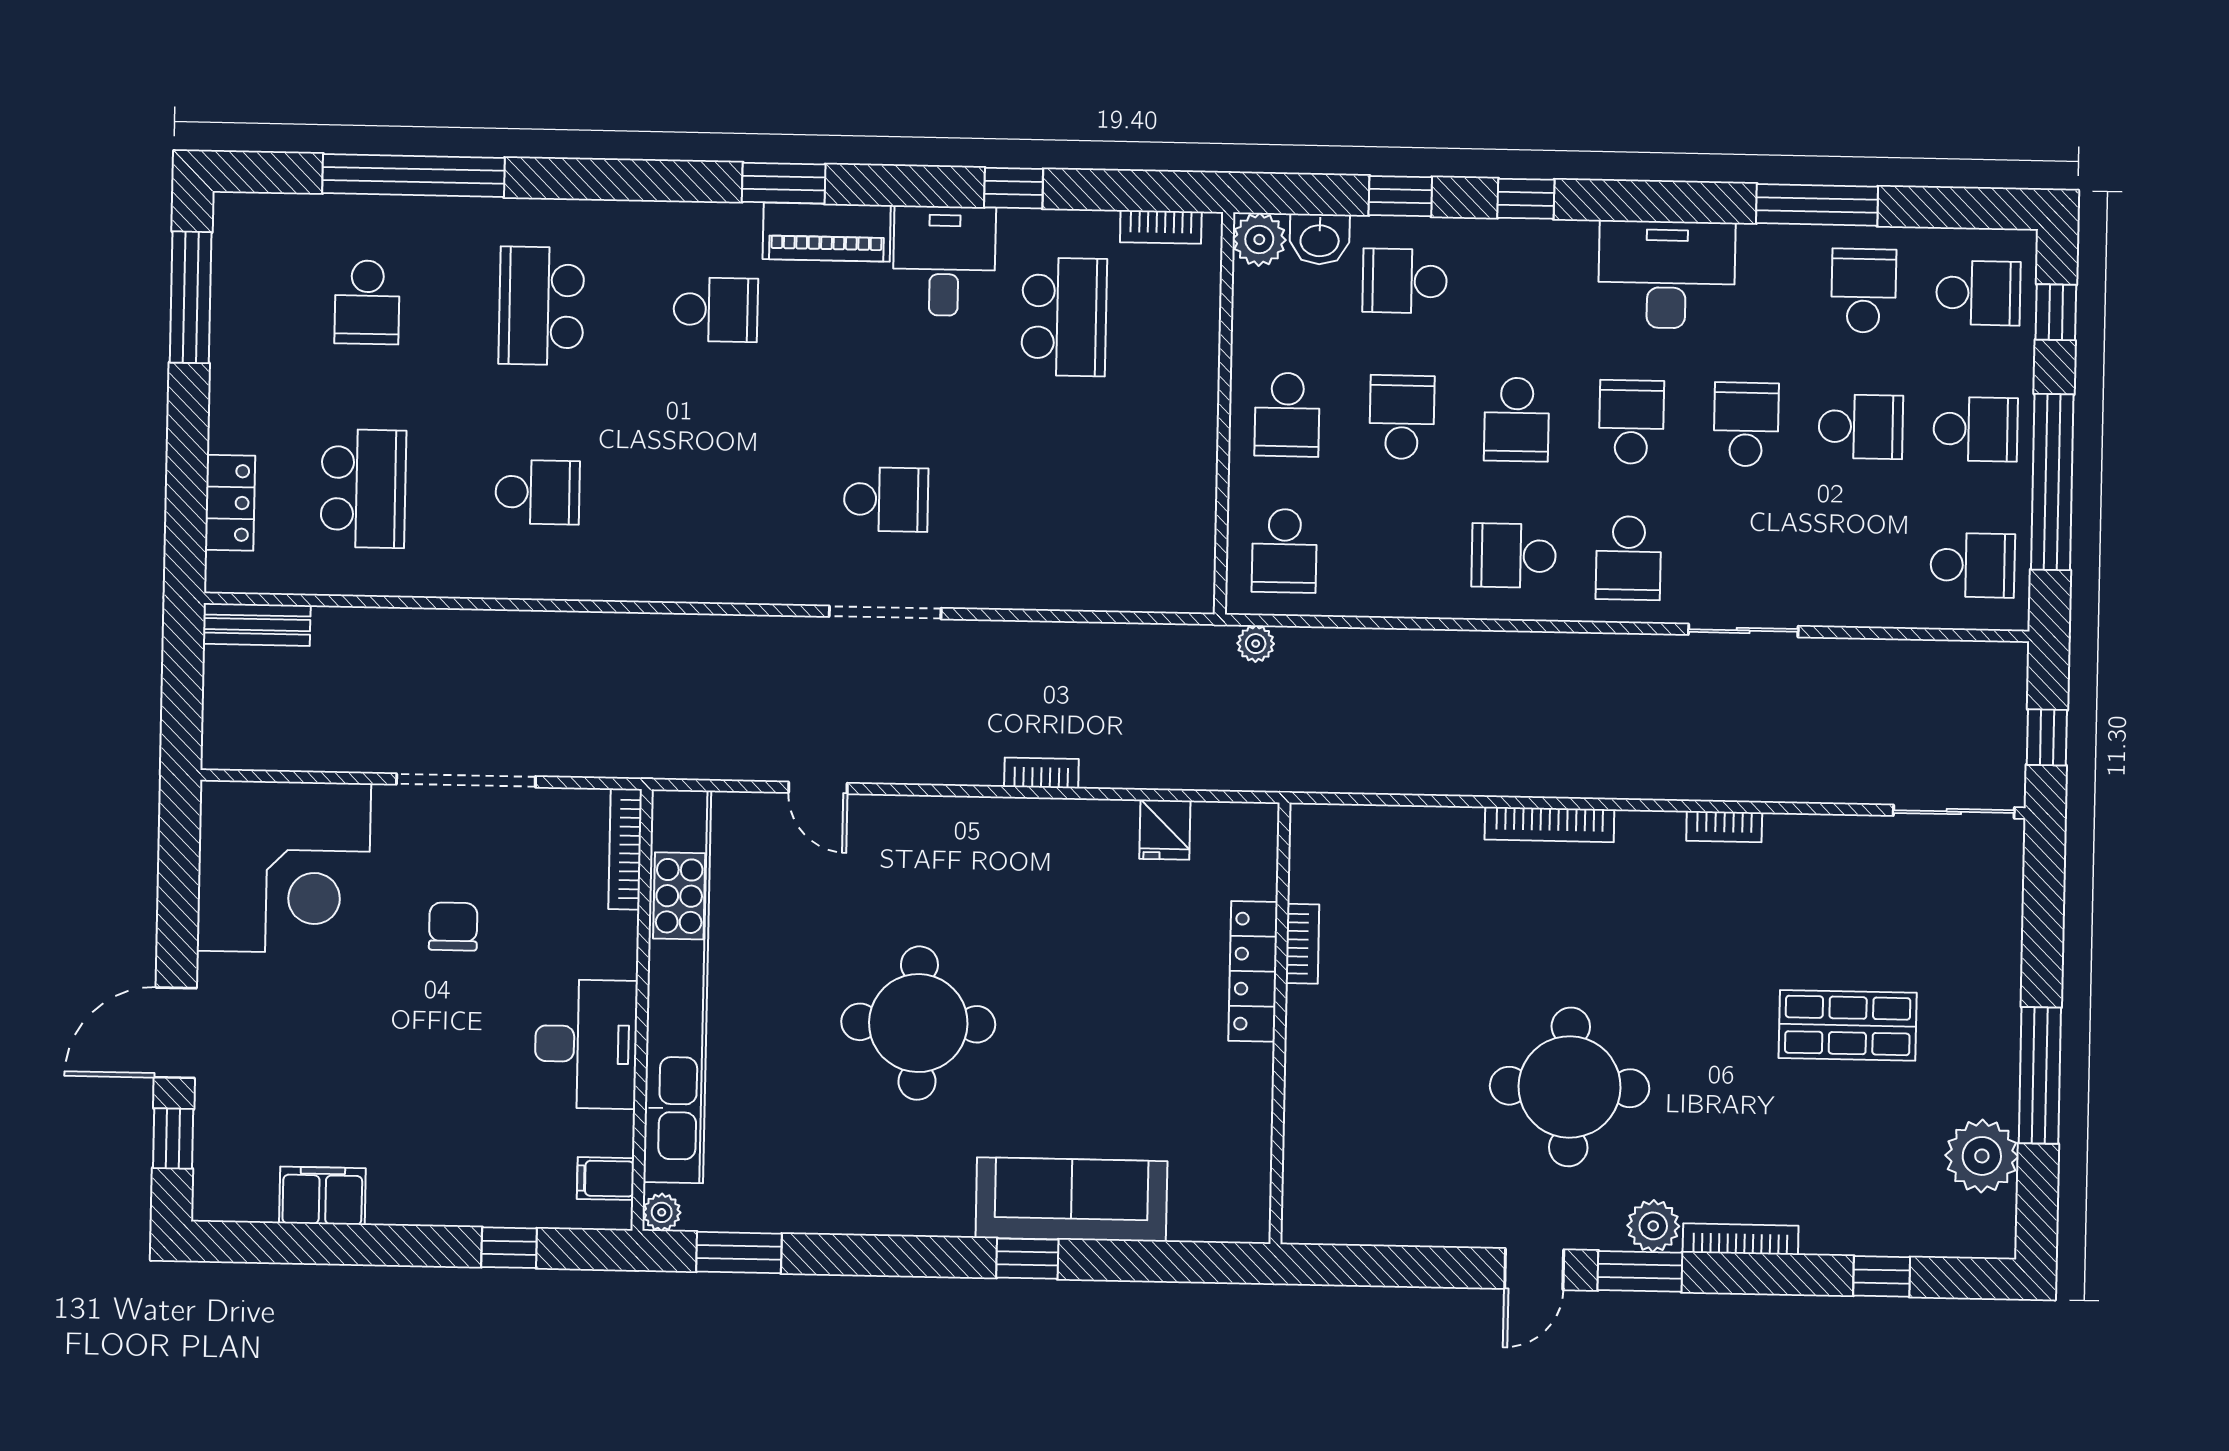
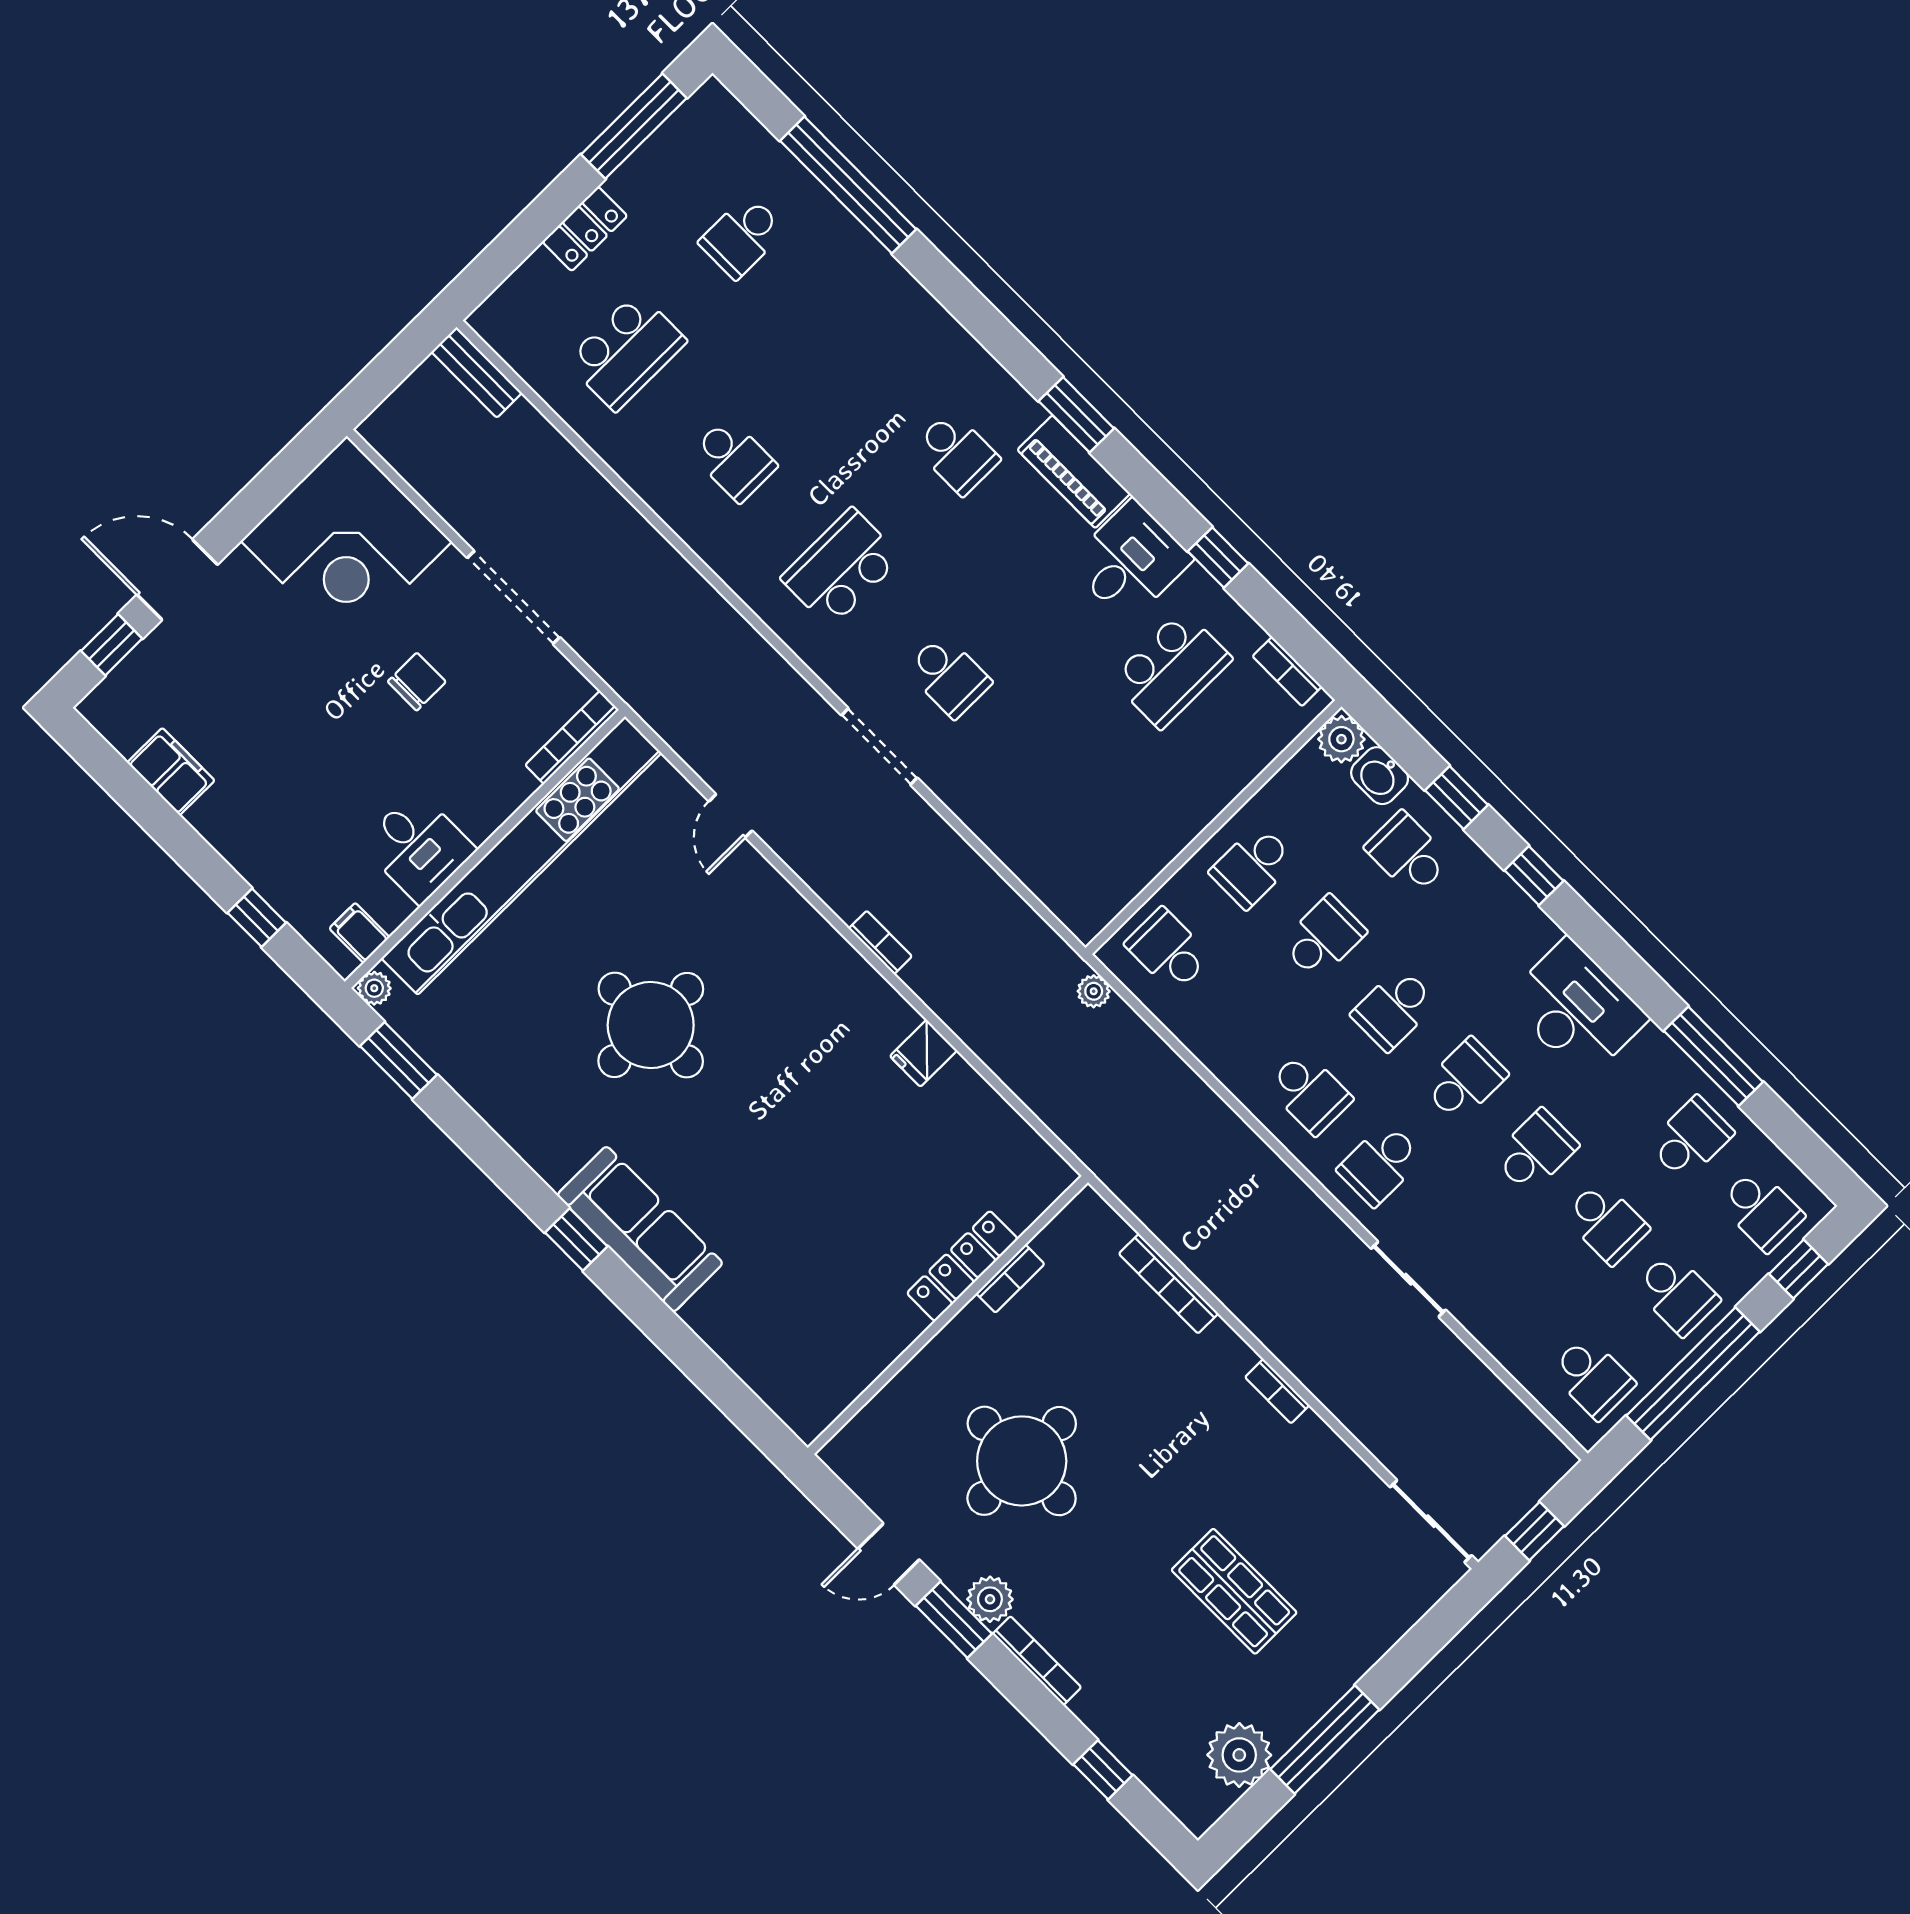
school desk: (541, 306) -> (841, 568), moved
locker: (230, 503) -> (585, 229), moved
school desk: (1284, 551) -> (1168, 950), turned 90
school desk: (1514, 556) -> (1309, 1093), turned 180
bookcase: (1302, 944) -> (1010, 1279), moved
locker: (1253, 971) -> (962, 1266), moved
wall: (1280, 1023) -> (948, 1315), moved
desk: (586, 1044) -> (418, 847), width x0.73

